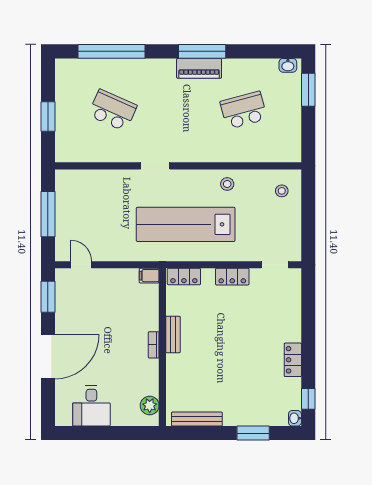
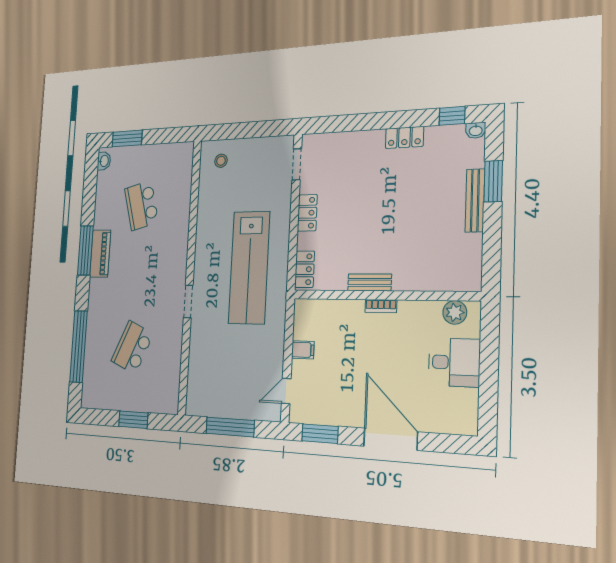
stool: (227, 184) -> (211, 221), removed
filing cabinet: (149, 276) -> (303, 350), moved, turned -90
desk: (91, 406) -> (454, 362), moved
bench: (197, 419) -> (475, 200), moved

